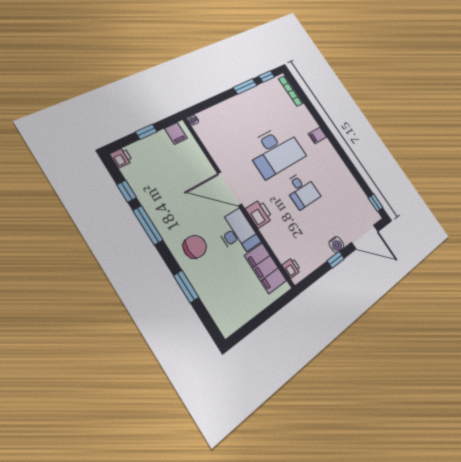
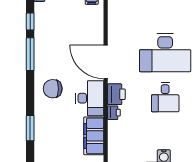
chair: (195, 247) -> (53, 89), turned 180
printer: (291, 268) -> (114, 113), moved
window: (186, 287) -> (30, 128), moved

